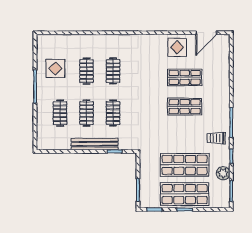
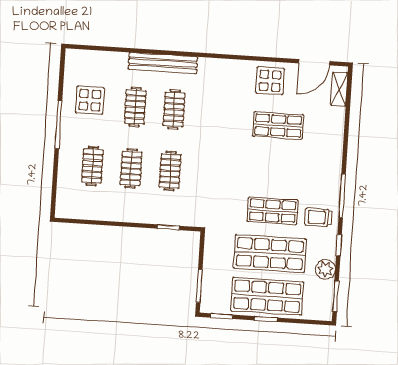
shelving: (225, 50) -> (339, 89), added
shop shelf: (185, 107) -> (273, 211), moved
bench: (95, 144) -> (163, 63), moved

